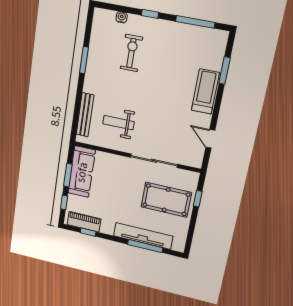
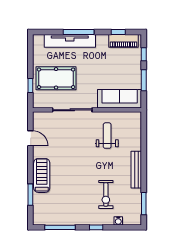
window: (84, 60) -> (144, 204), moved
treadmill: (205, 91) -> (42, 175), turned 180
bench: (85, 115) -> (136, 170), moved
weight bench: (118, 123) -> (107, 136), turned -90
sofa: (82, 172) -> (120, 99), moved, turned 90
window: (145, 246) -> (79, 32), moved

